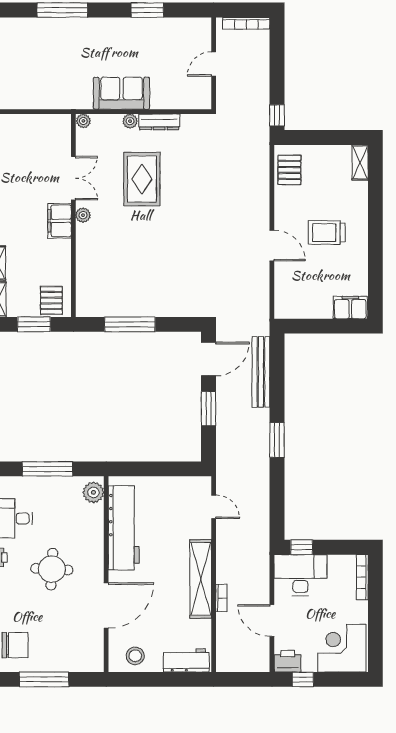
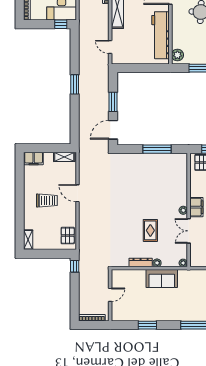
rug: (142, 179) -> (150, 230), width x0.73, depth x0.70
shelving: (296, 310) -> (64, 157), added
bench: (261, 372) -> (84, 122), removed

